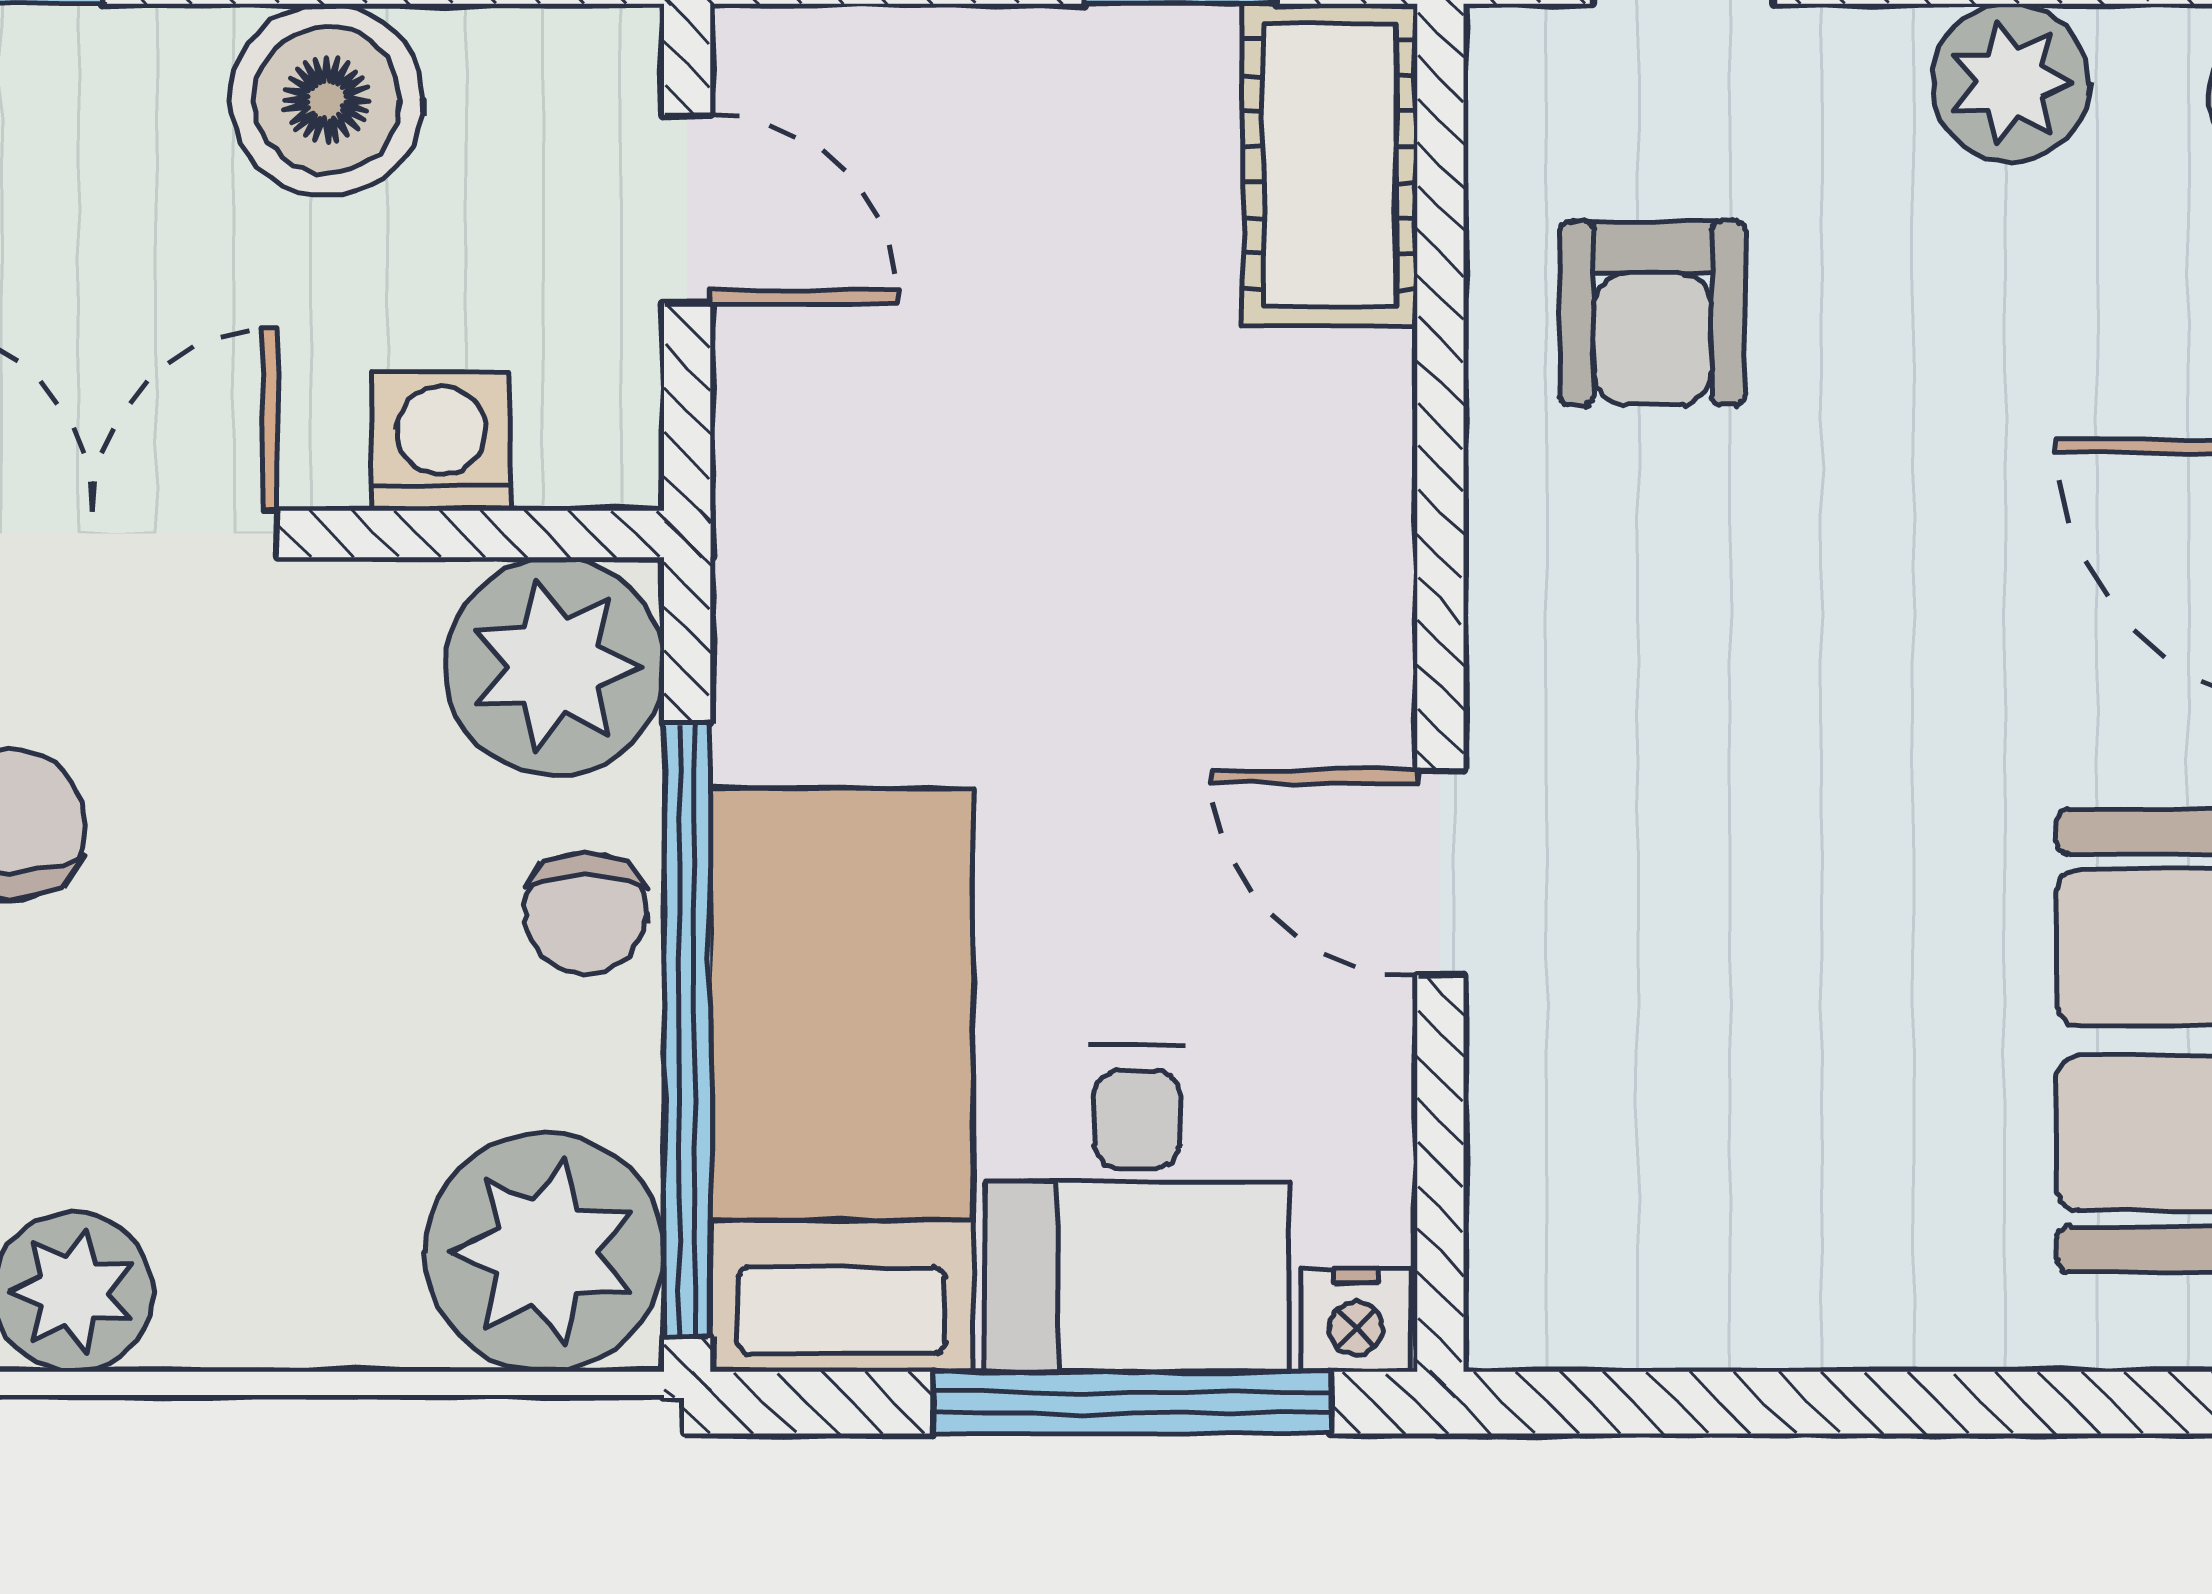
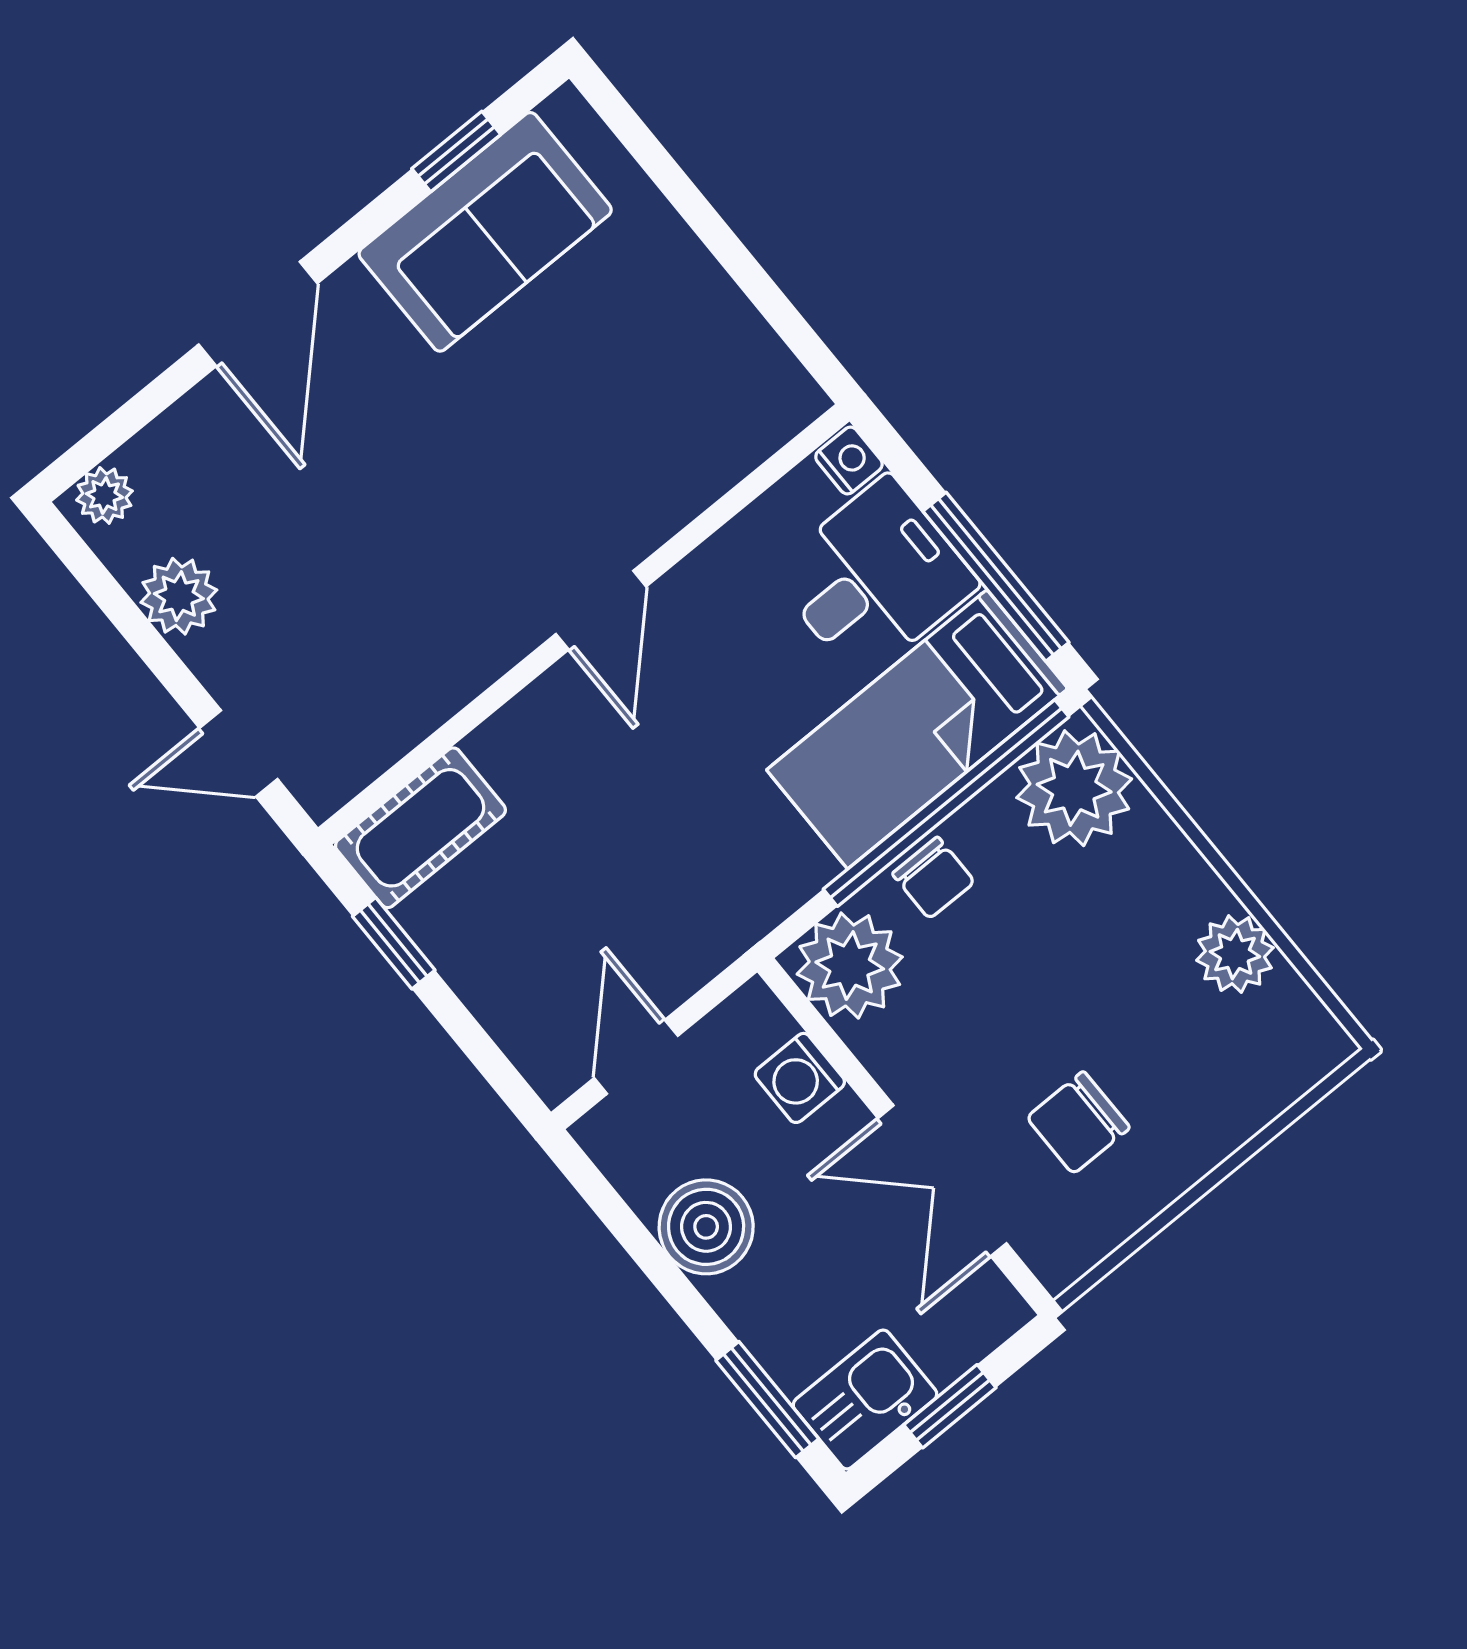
armchair: (1653, 313) -> (377, 660), removed
door: (1440, 872) -> (601, 610), moved
chair: (585, 913) -> (933, 878), turned 90
window: (1132, 1403) -> (996, 577), moved

